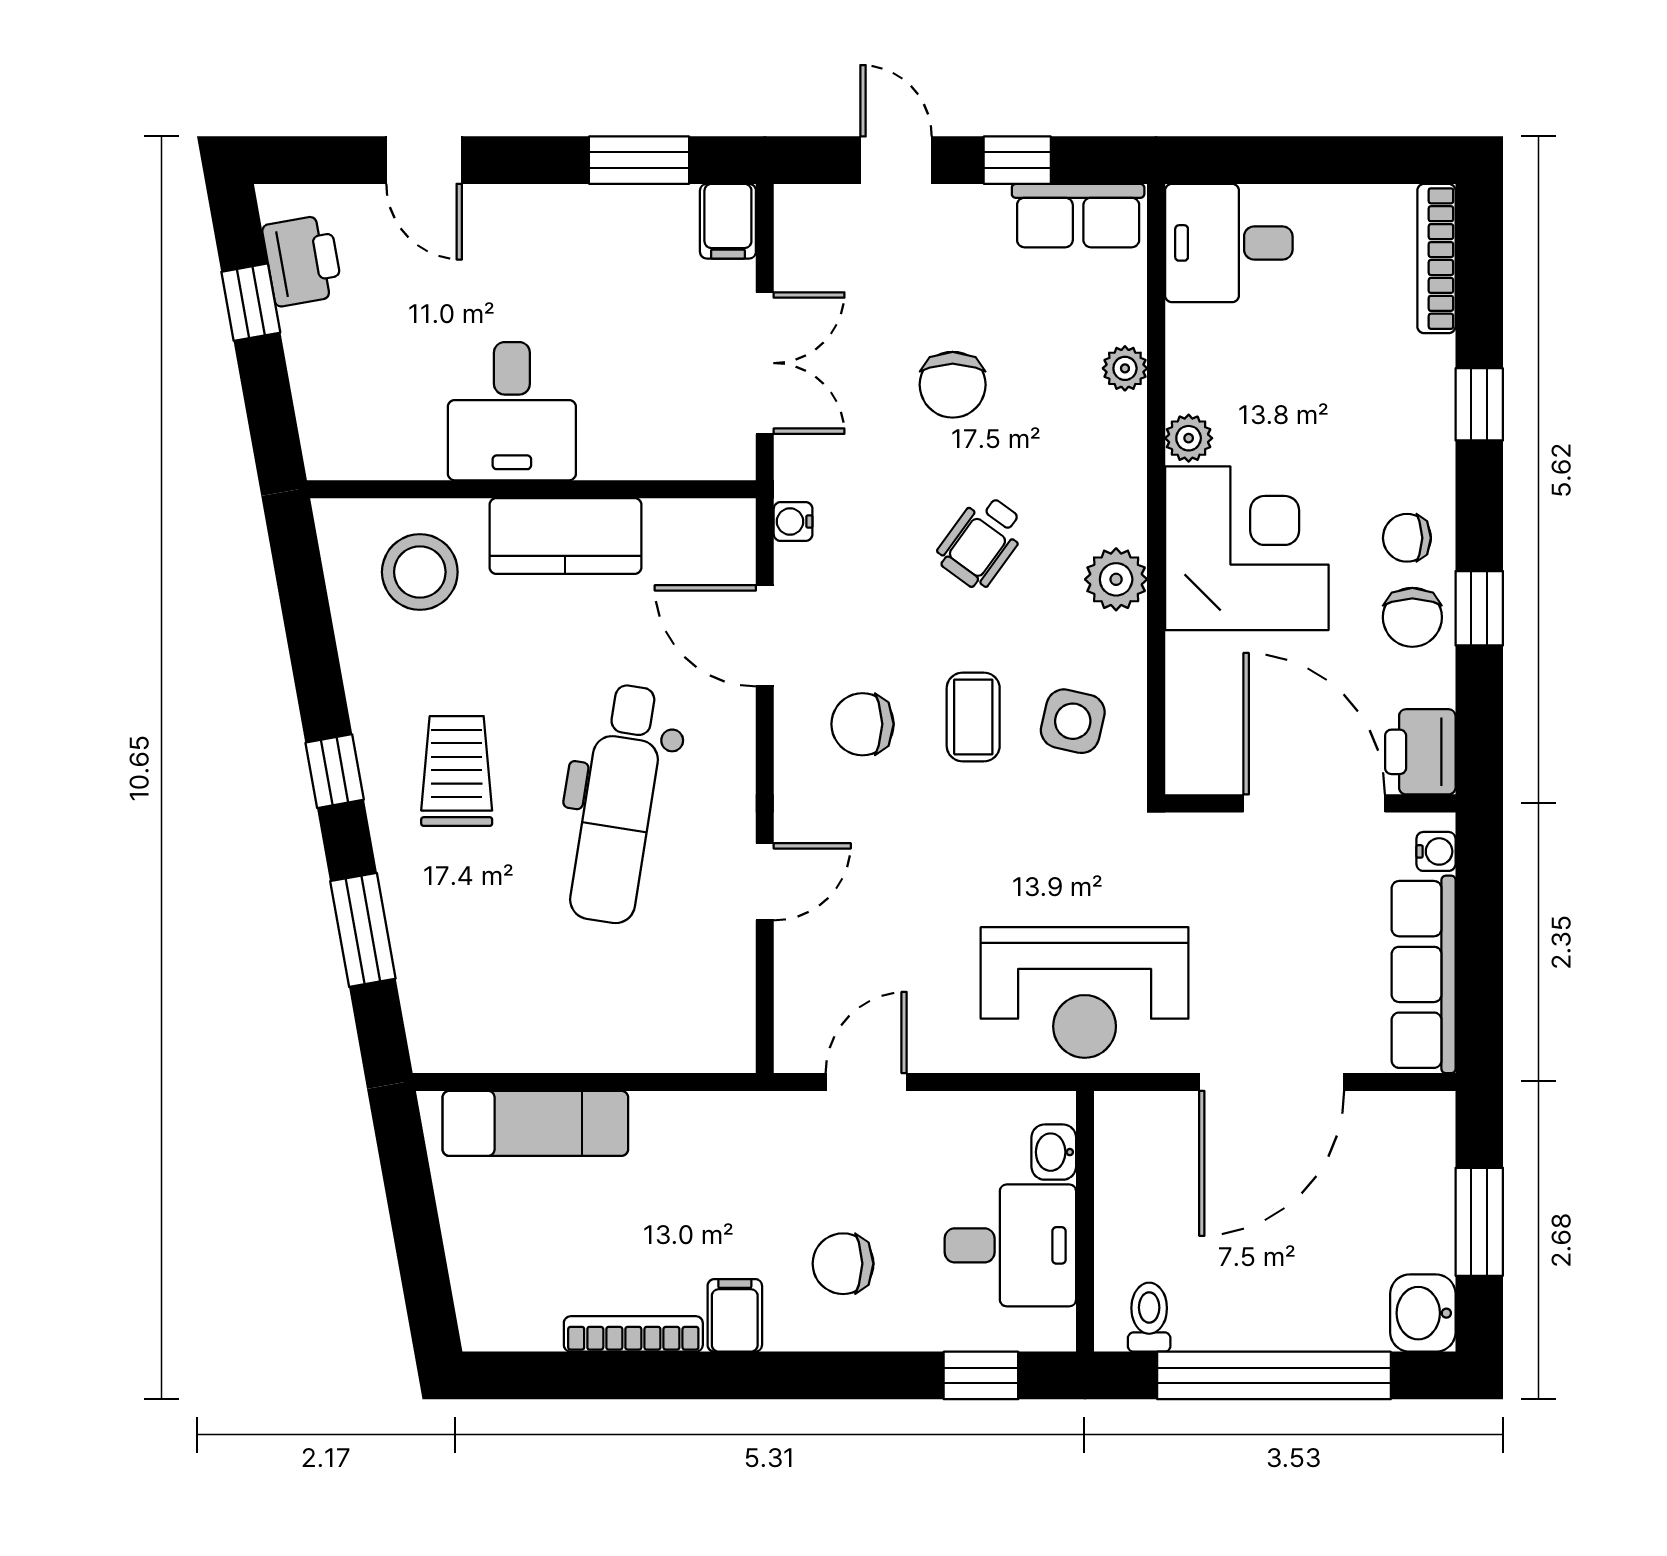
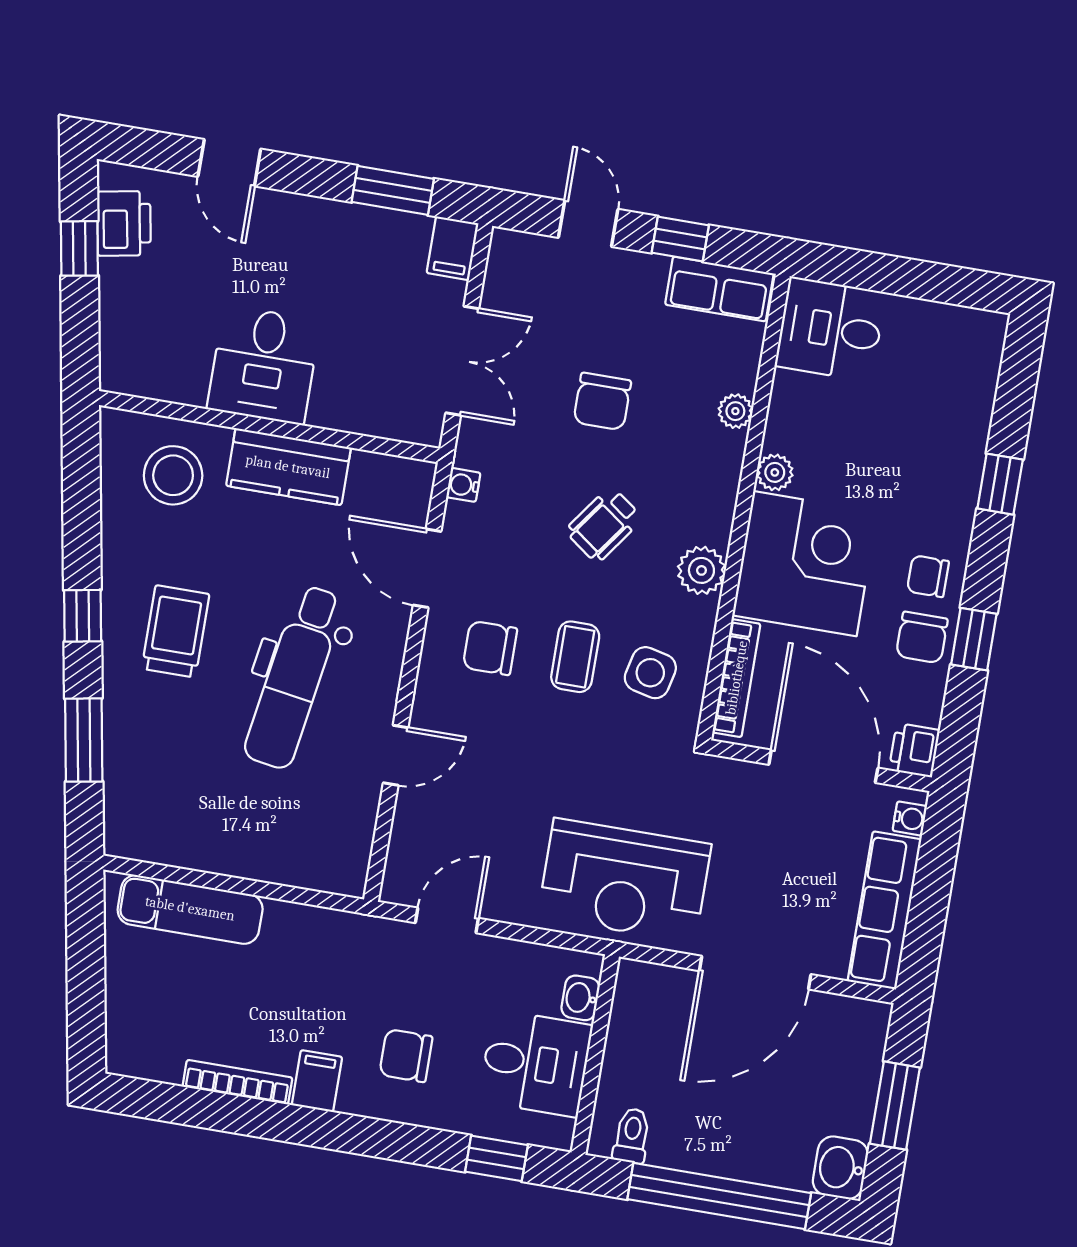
bookcase: (1436, 259) -> (737, 678), moved, turned 180
printer: (1420, 752) -> (914, 750), width x0.73, depth x0.81

